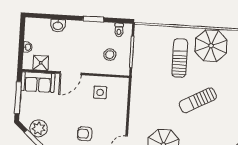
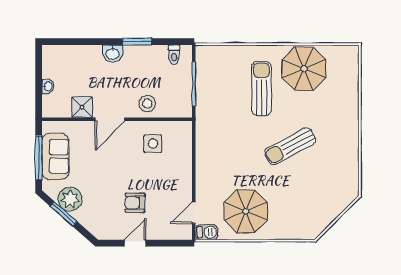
washbasin: (58, 25) -> (113, 54), moved
stool: (110, 55) -> (147, 103), moved
shower: (41, 63) -> (82, 107), moved
sofa: (38, 82) -> (55, 156), moved, turned -90

